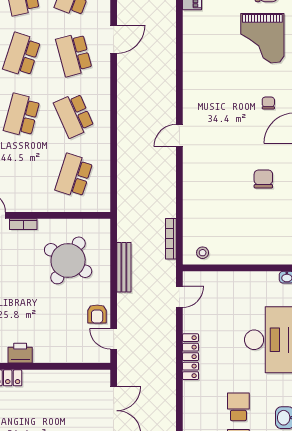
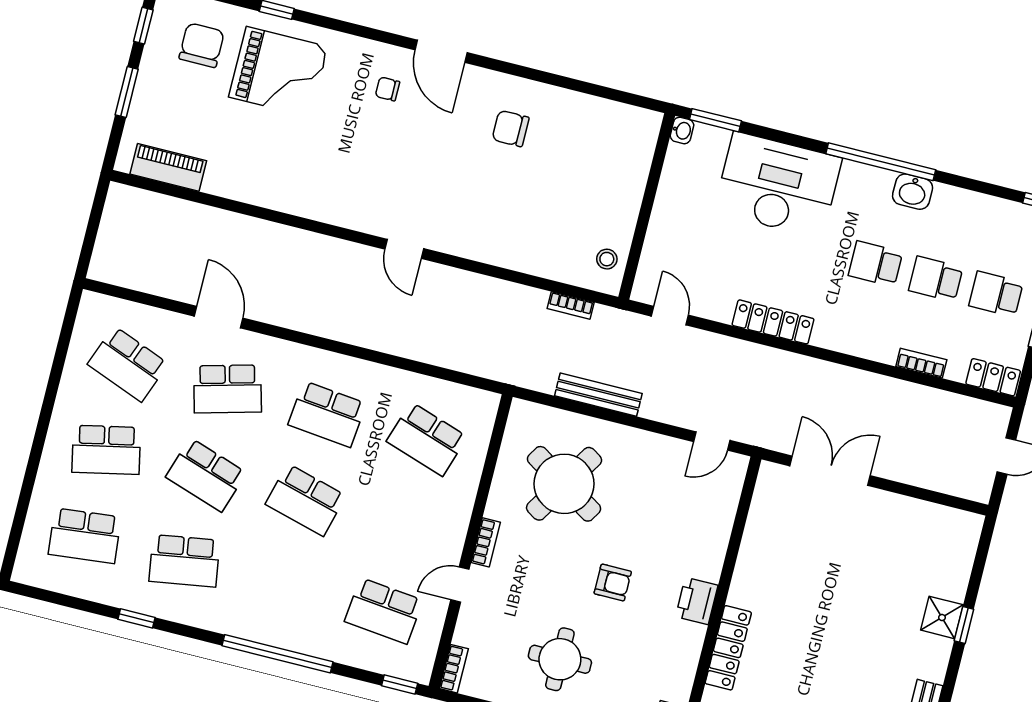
school desk: (74, 115) -> (327, 414), turned 30
bookcase: (171, 239) -> (571, 306), width x0.64
armchair: (97, 314) -> (613, 583), moved

